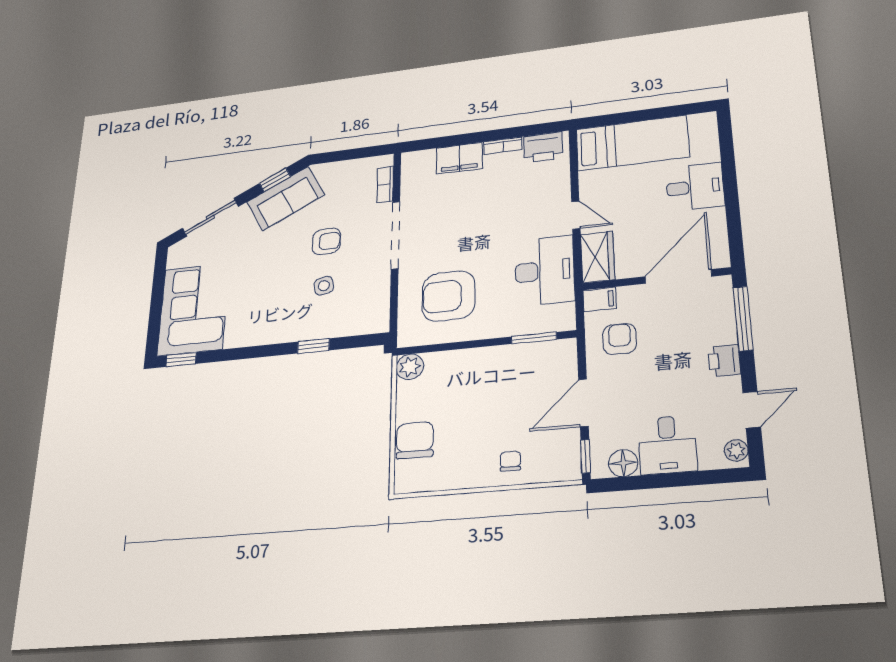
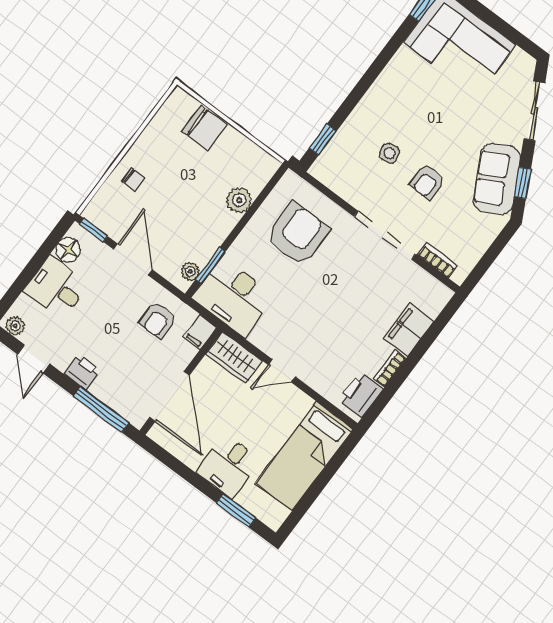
window: (727, 152) -> (236, 510), added
desk: (545, 271) -> (234, 297), moved
armchair: (620, 339) -> (158, 320), turned 89
window: (313, 346) -> (323, 140), moved
plant: (553, 349) -> (190, 271), added
plant: (410, 367) -> (239, 200), moved

